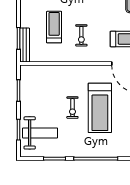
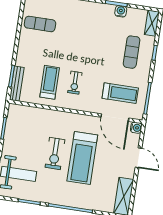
treadmill: (54, 27) -> (50, 82), moved
exercise bike: (72, 108) -> (55, 153), width x1.38, depth x1.39

